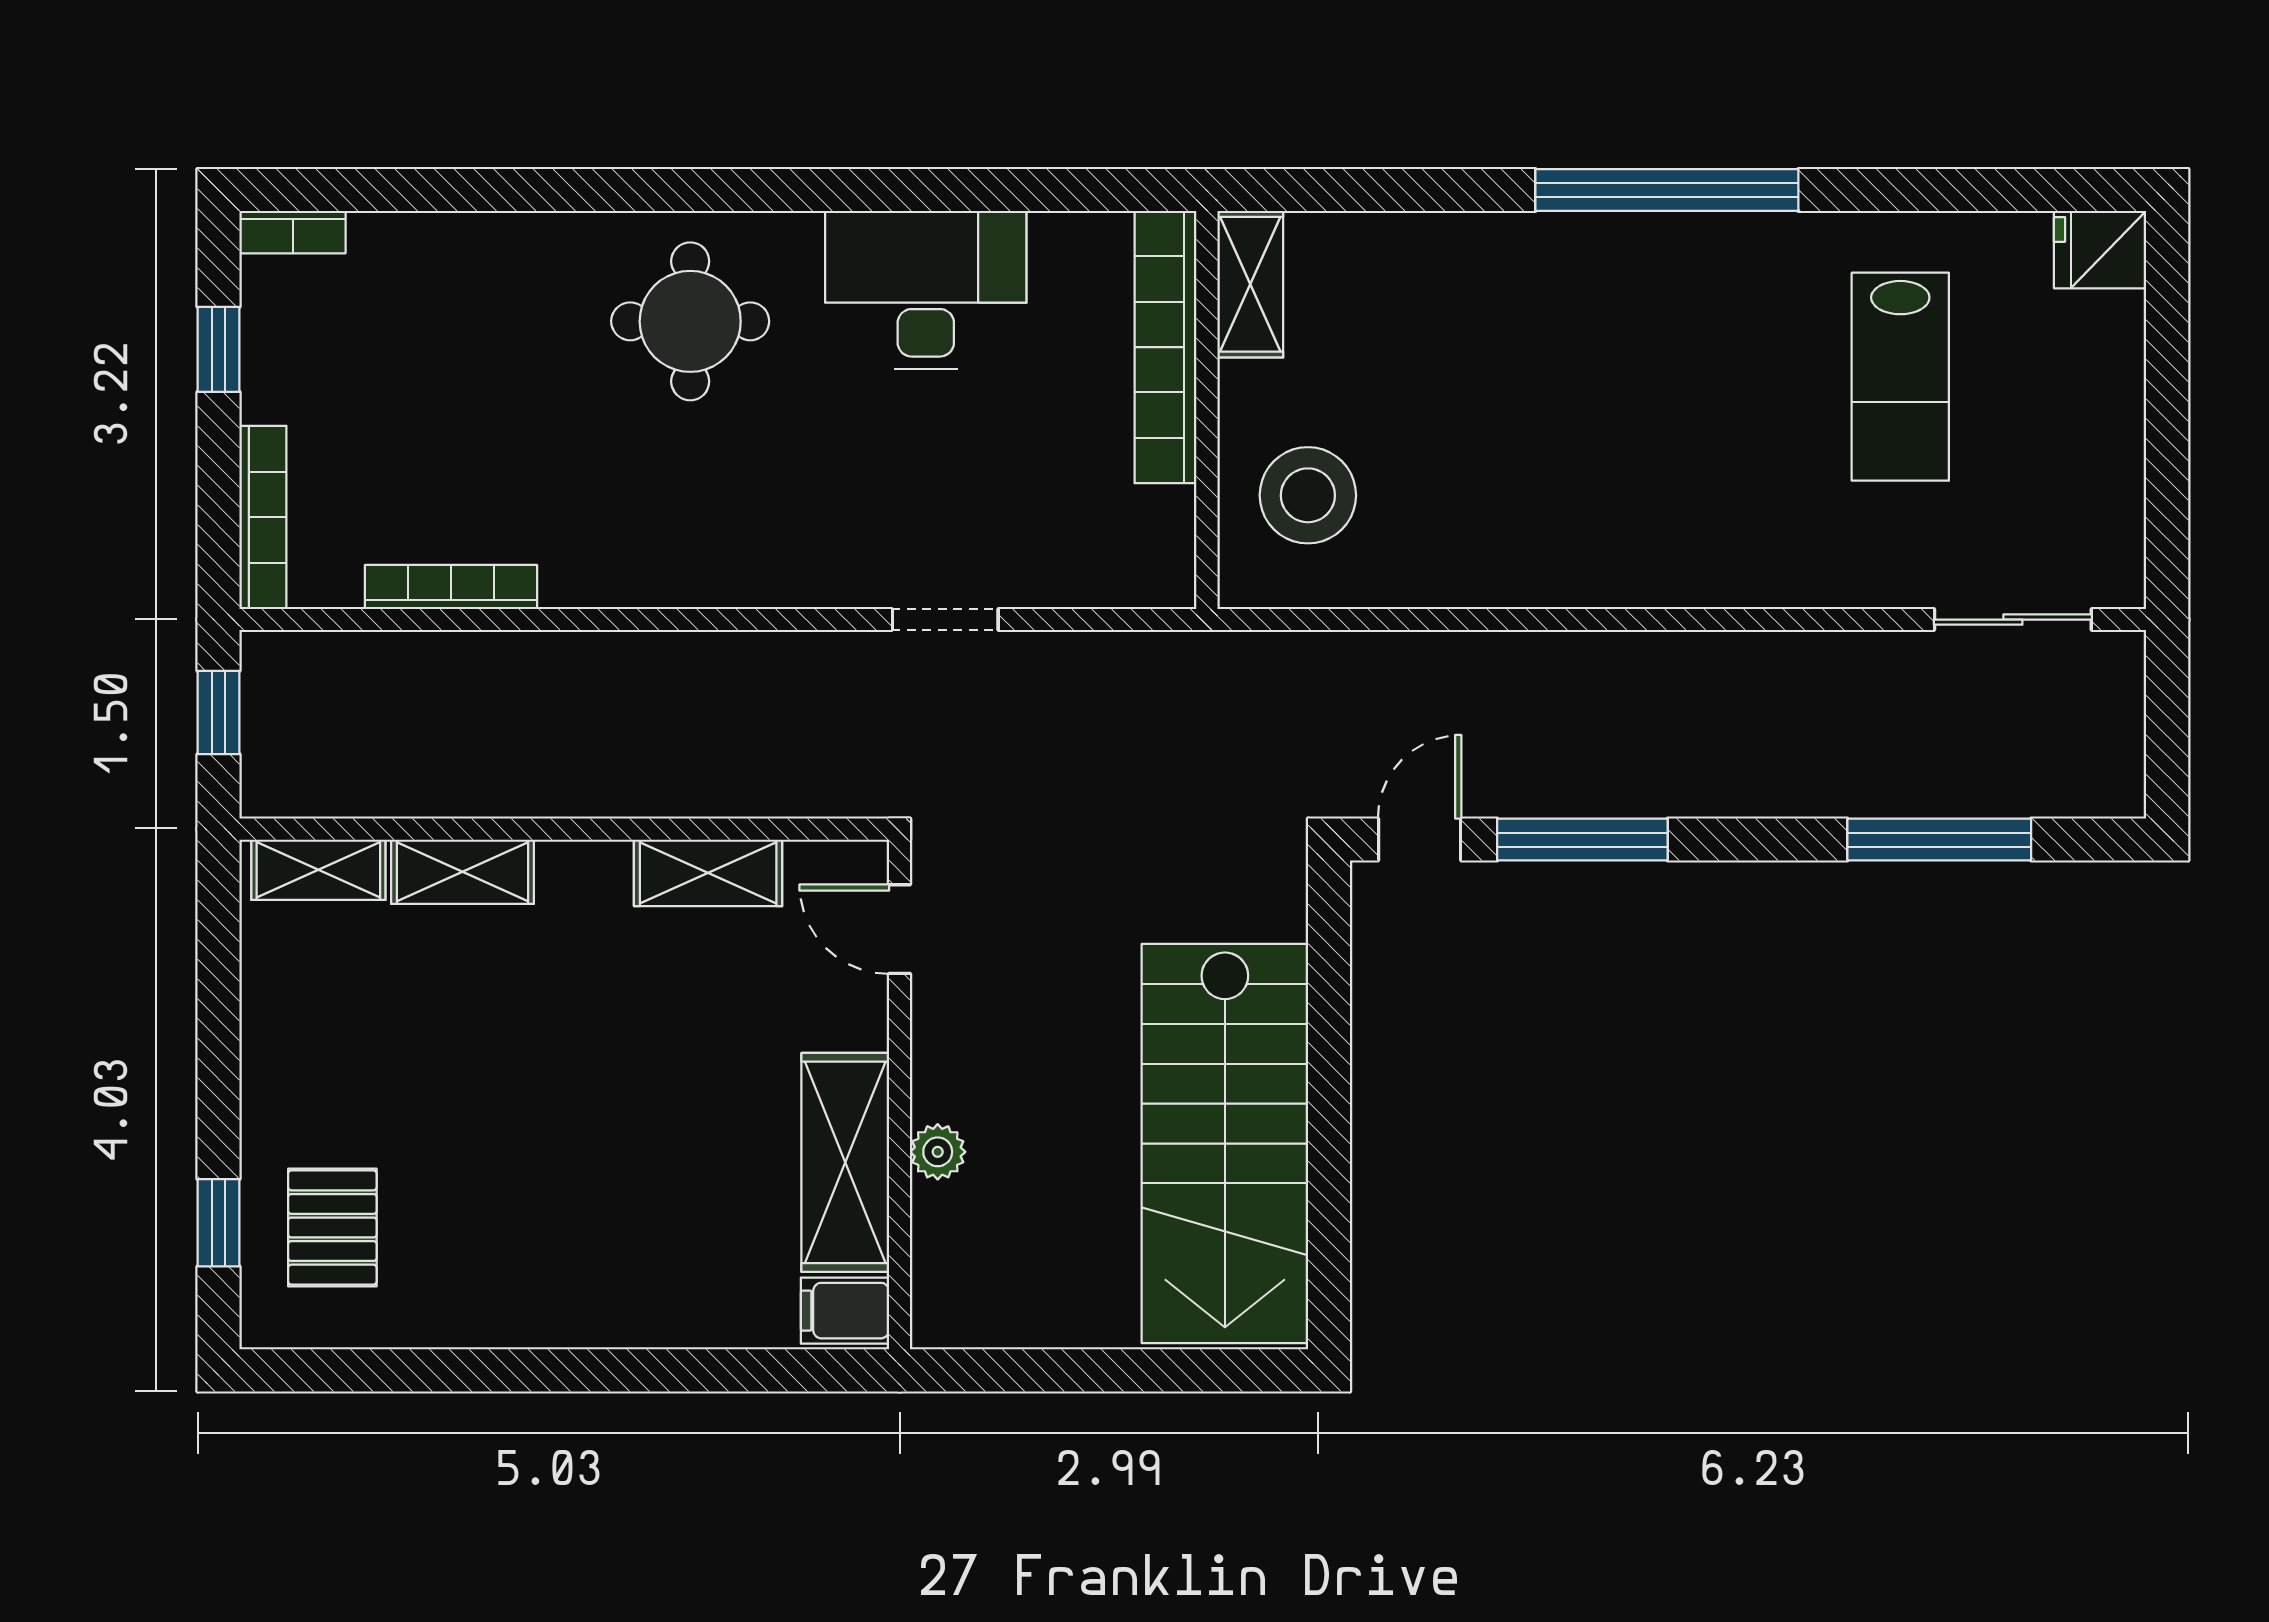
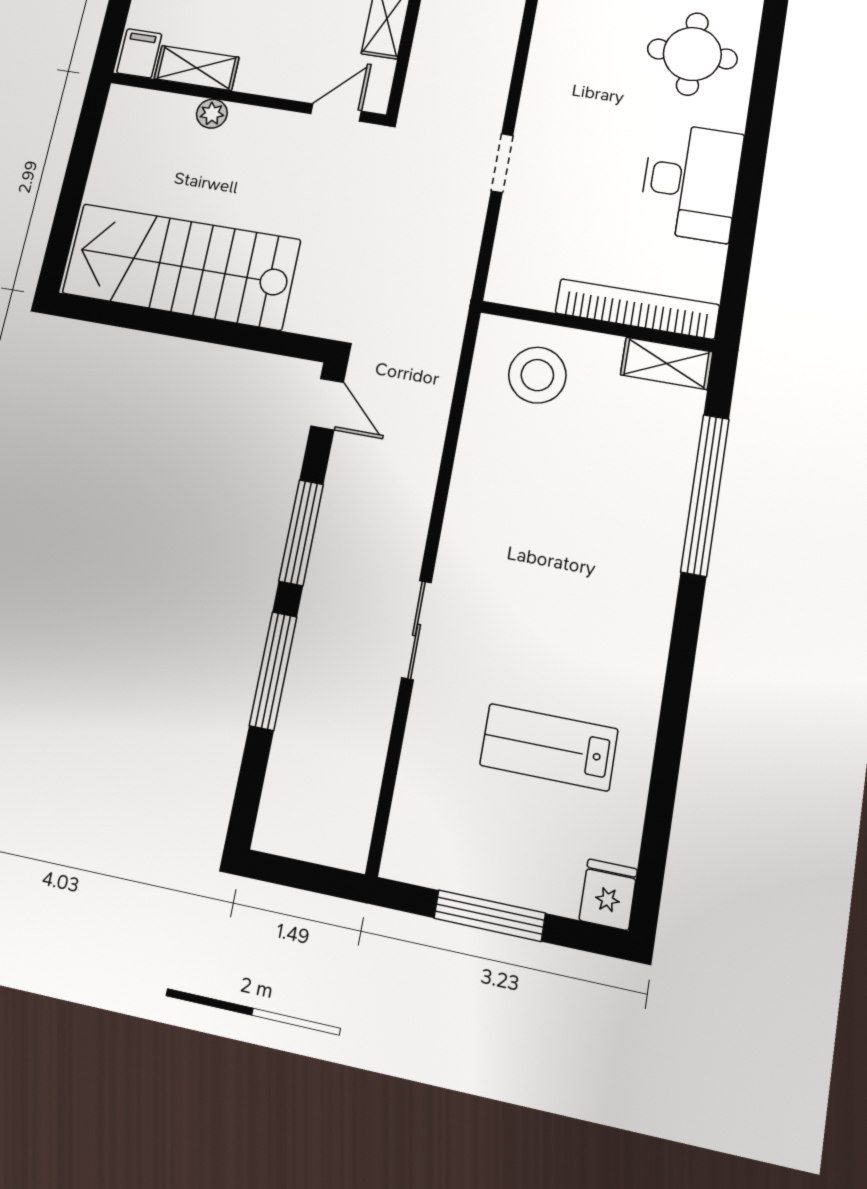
window: (1667, 190) -> (705, 495), moved
window: (2167, 426) -> (490, 916), added
sliding door: (2013, 620) -> (416, 630), moved
window: (1582, 840) -> (301, 533), moved
window: (1939, 840) -> (273, 671), moved
shelving: (845, 1162) -> (197, 68), width x0.67, depth x0.75

